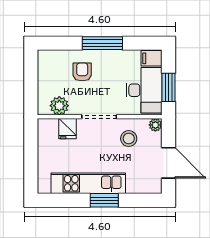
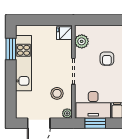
armchair: (82, 72) -> (107, 59), turned 90
fridge: (68, 129) -> (64, 33), moved
window: (104, 200) -> (11, 49), moved

